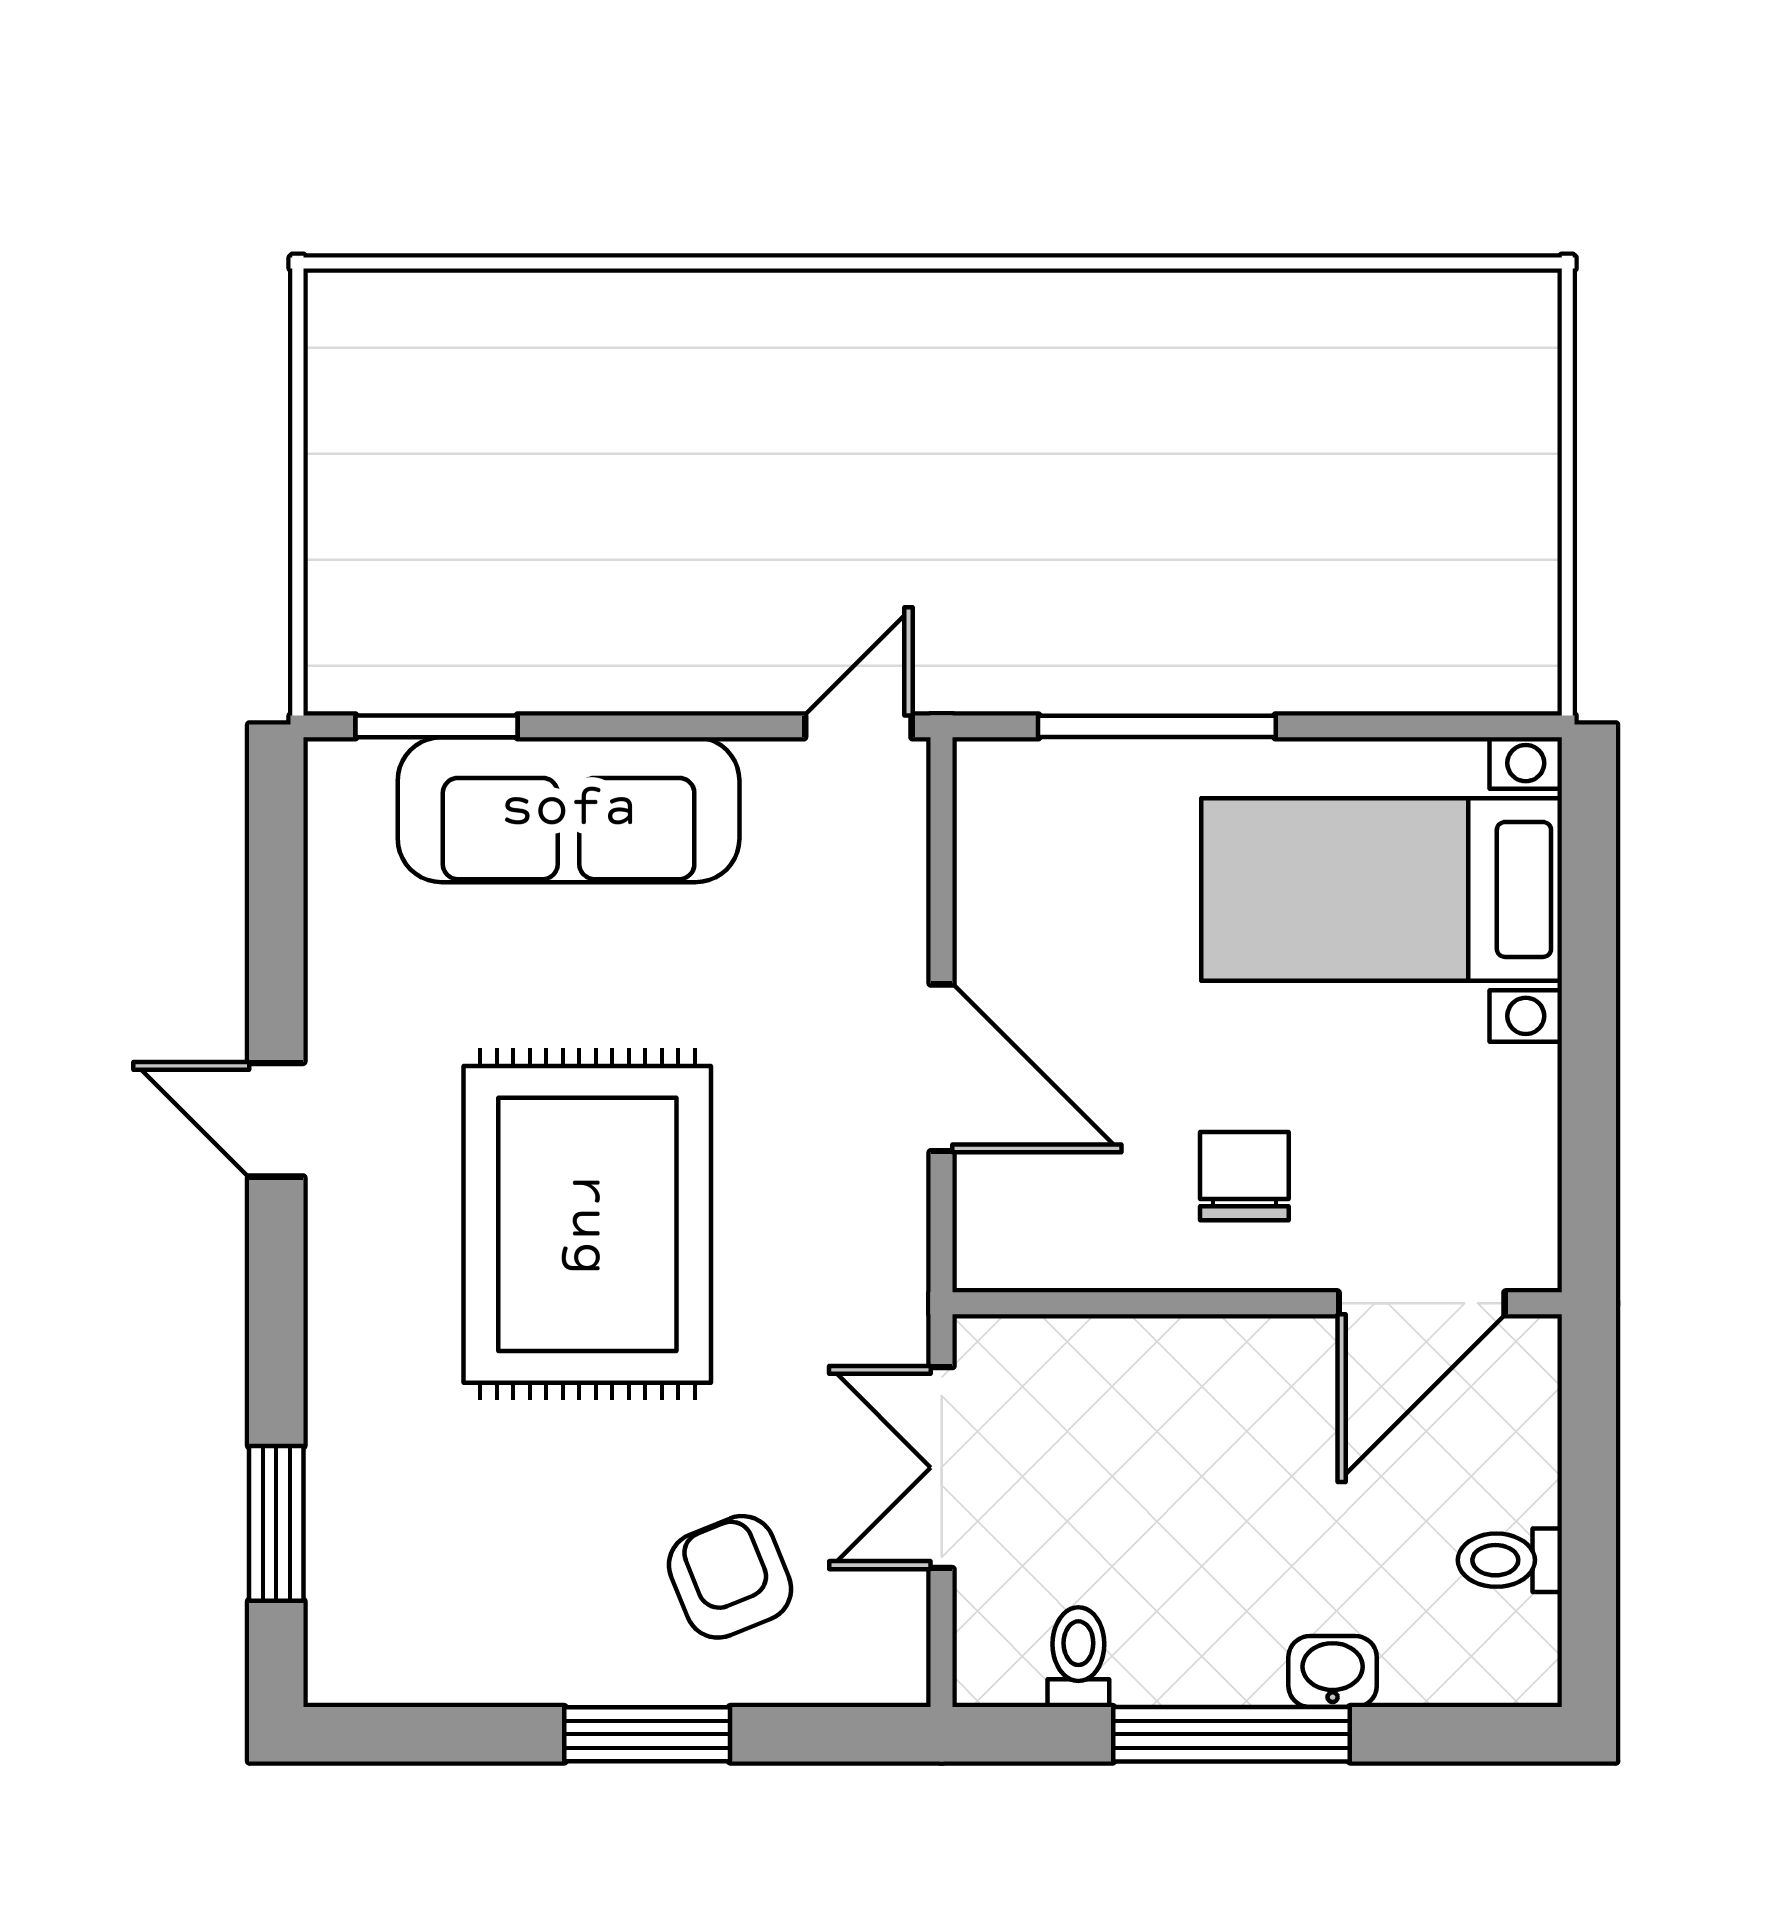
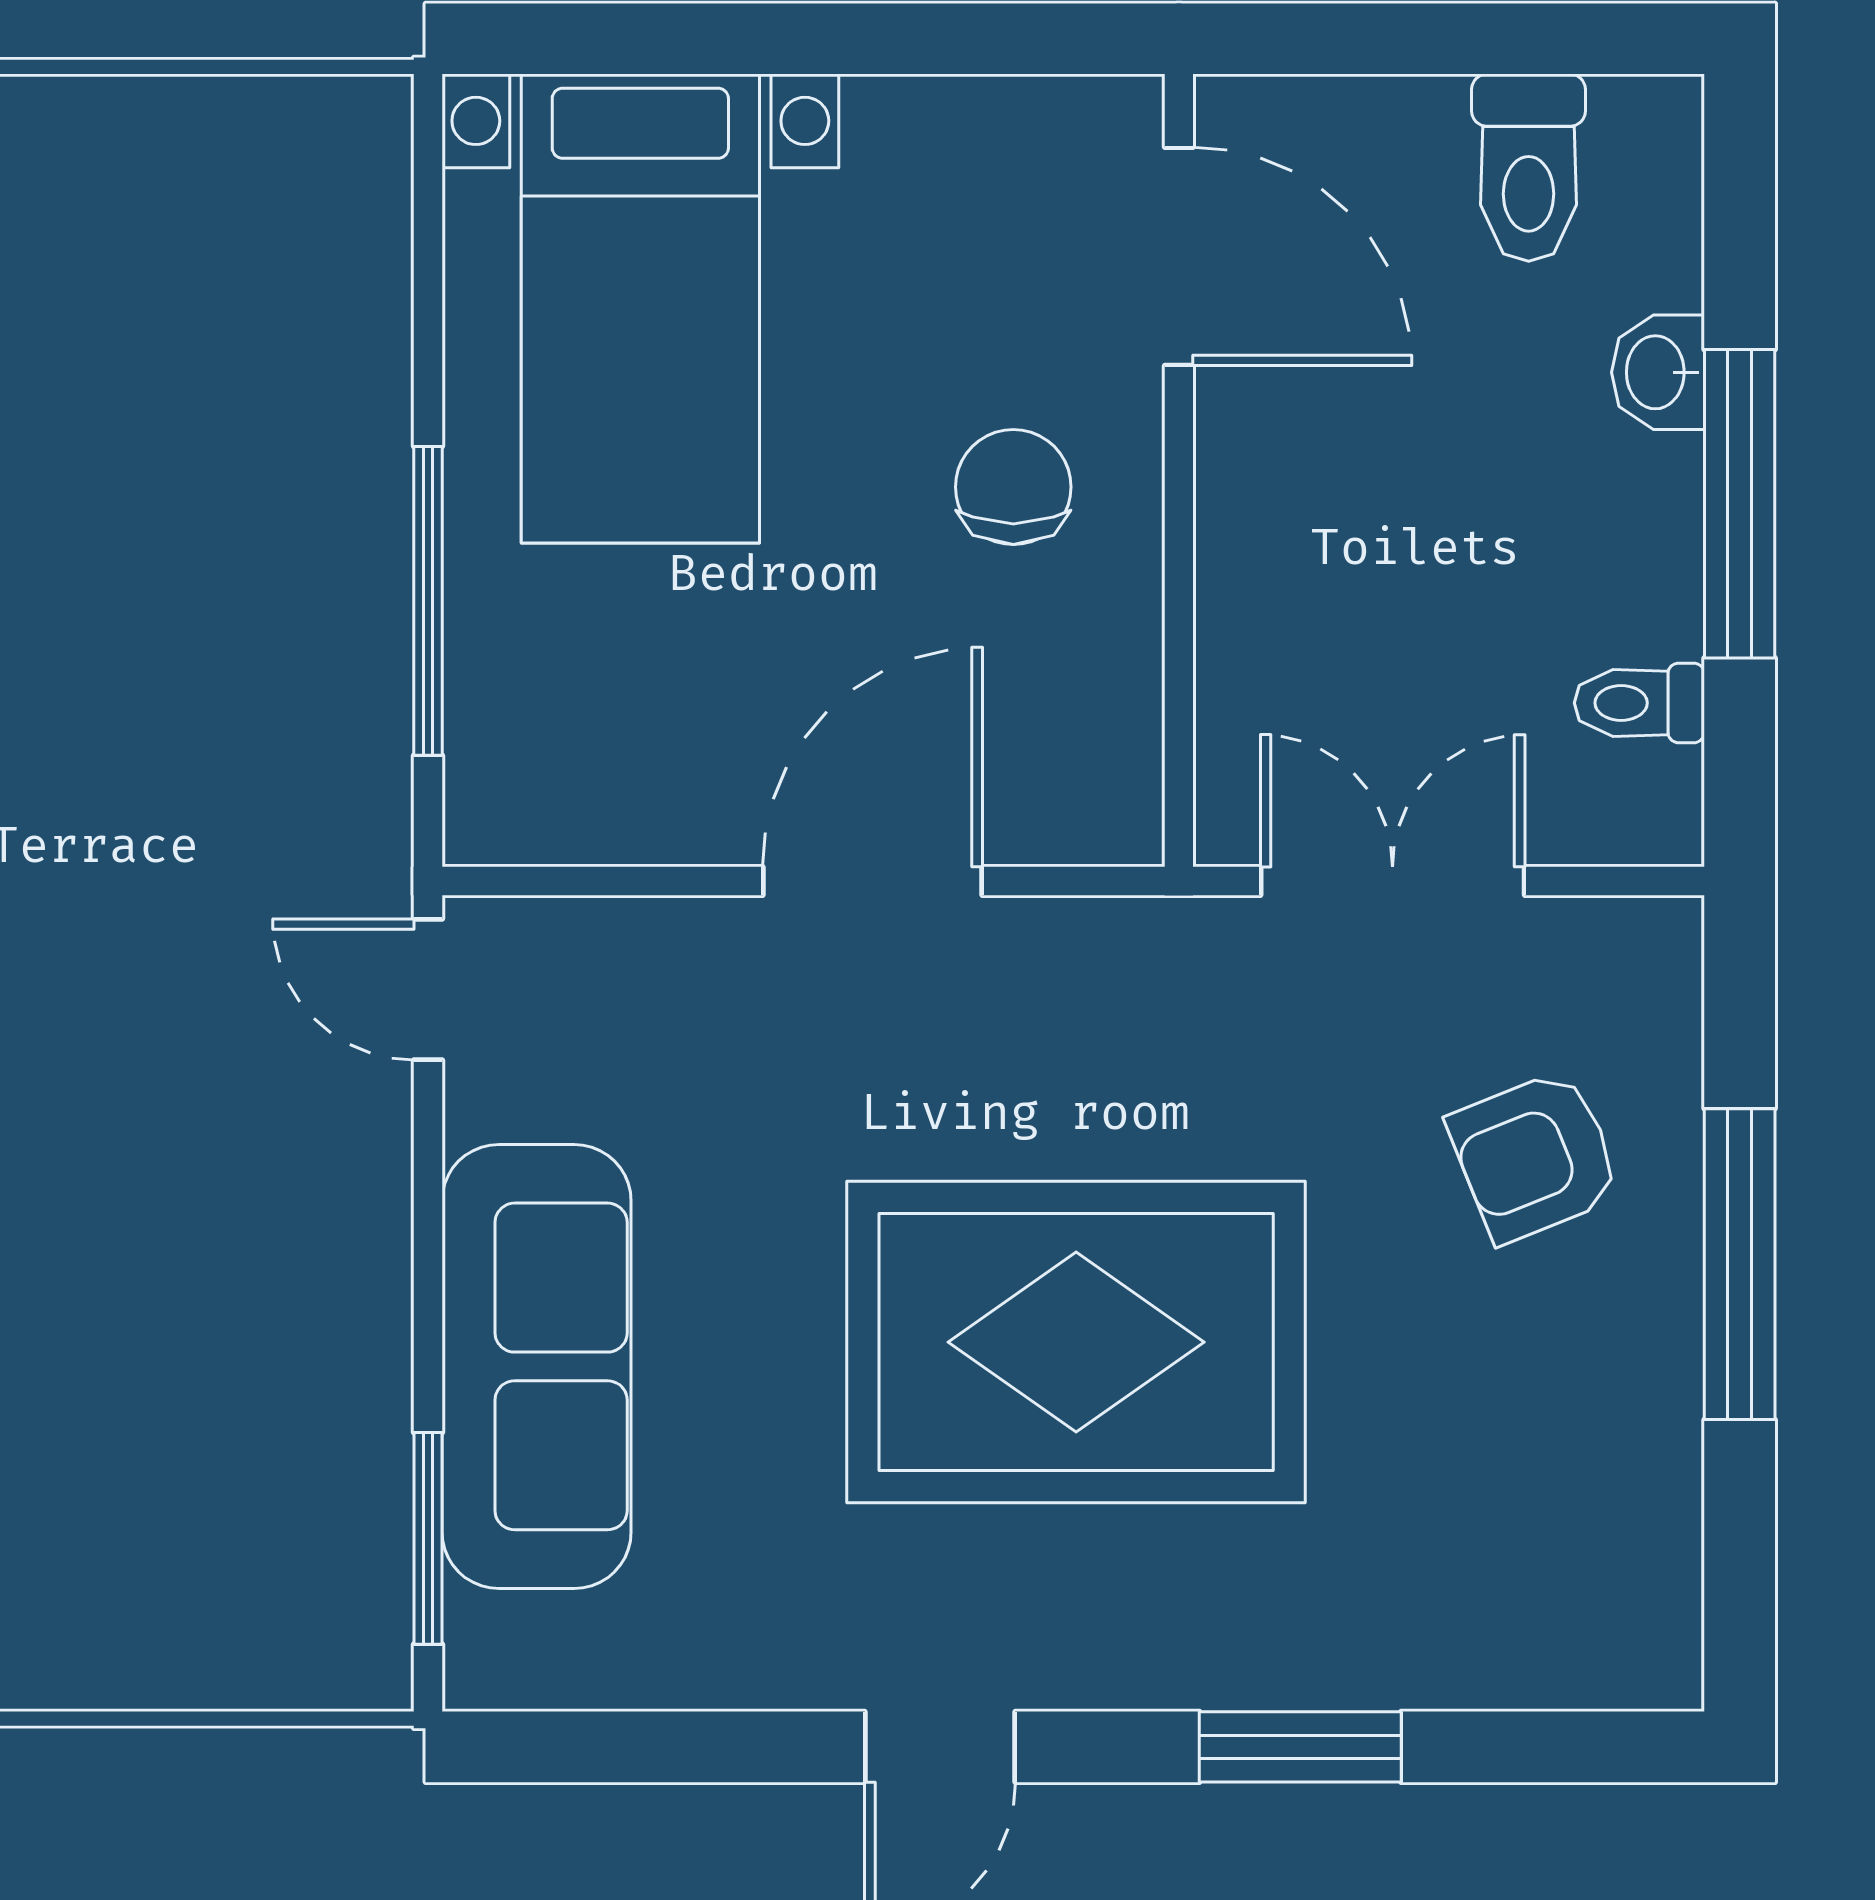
chair: (1244, 1176) -> (1013, 487), turned 90
double door: (942, 1468) -> (1393, 881), swing flipped
window: (276, 1523) -> (1300, 1747), moved
toilet: (1510, 1560) -> (1529, 168), width x1.37, depth x1.39
window: (647, 1734) -> (1740, 1264), width x1.44

